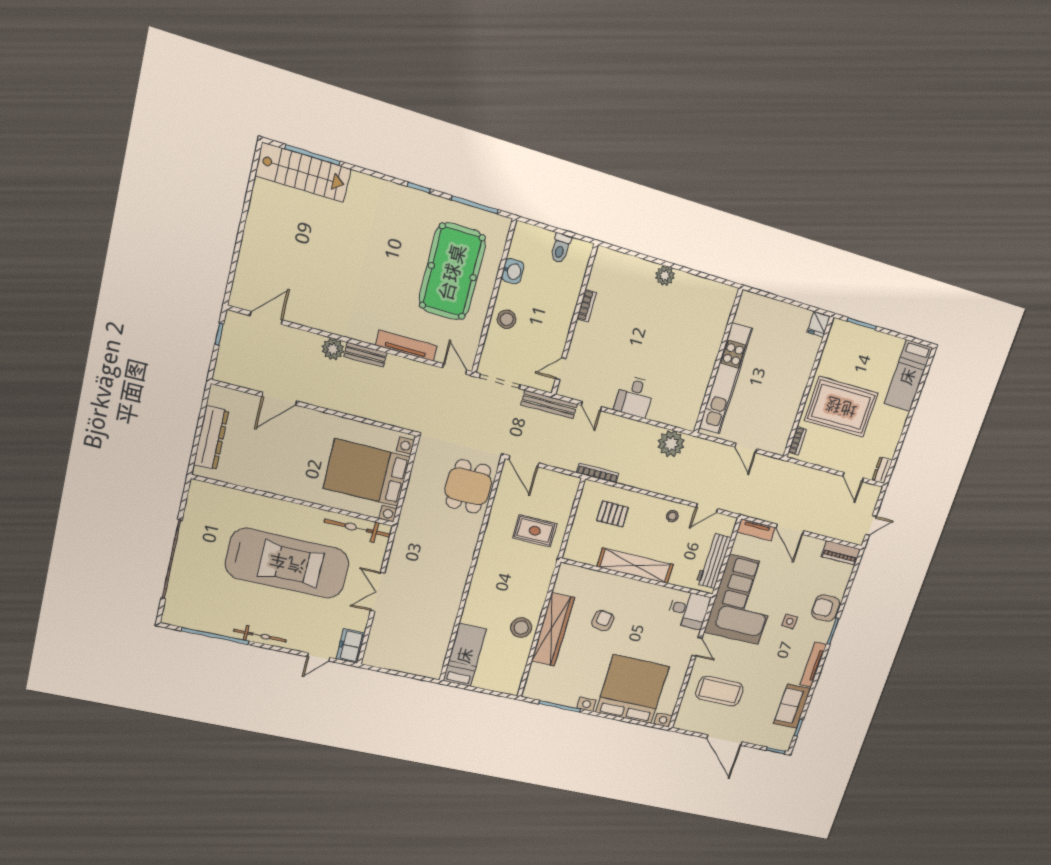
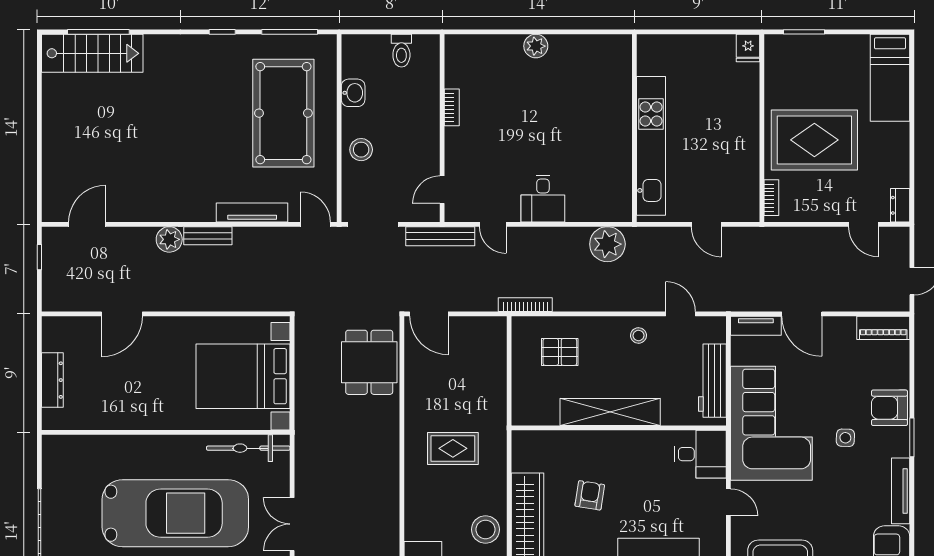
dresser: (211, 438) -> (52, 380), width x0.73, depth x0.80
door: (707, 508) -> (681, 314), swing flipped
rug: (535, 531) -> (453, 448), moved

